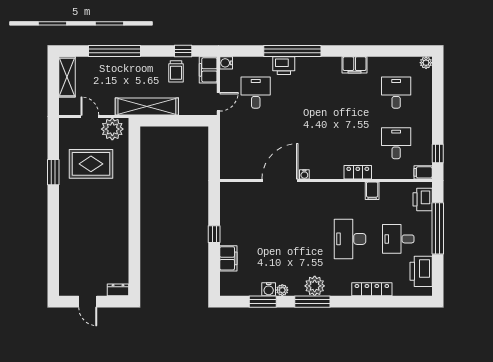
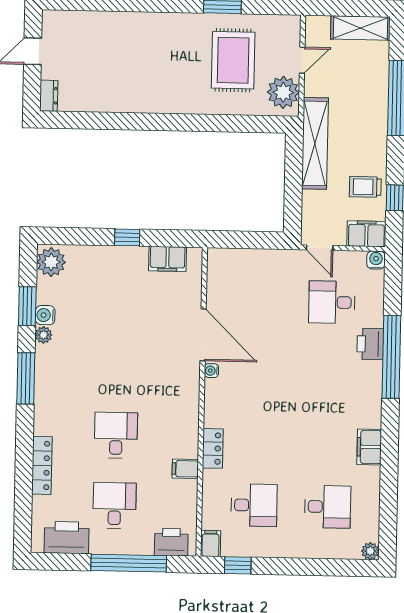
desk: (256, 93) -> (332, 302), turned 180
desk: (350, 239) -> (116, 435), width x0.73
filing cabinet: (228, 258) -> (168, 259), moved
plant: (315, 286) -> (51, 262), moved

